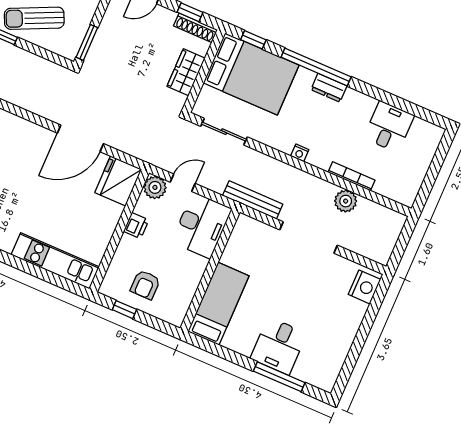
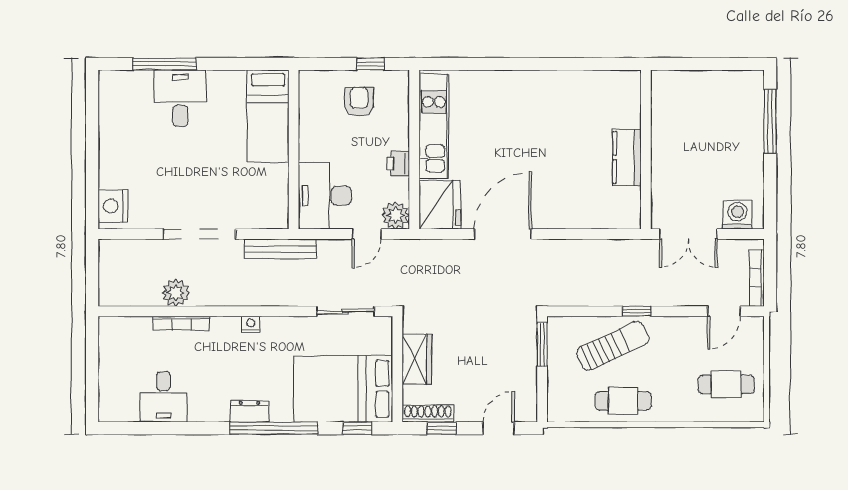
kitchen unit: (55, 261) -> (434, 126), moved, turned -90

